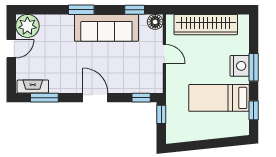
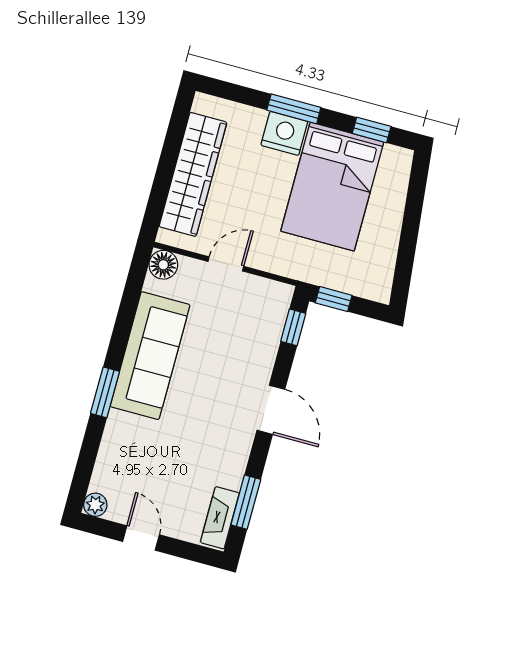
window: (135, 10) -> (131, 296), removed
plant: (27, 26) -> (95, 505), width x0.53, depth x0.53
door: (95, 98) -> (271, 410), swing flipped
bed: (219, 98) -> (332, 187), width x1.50

